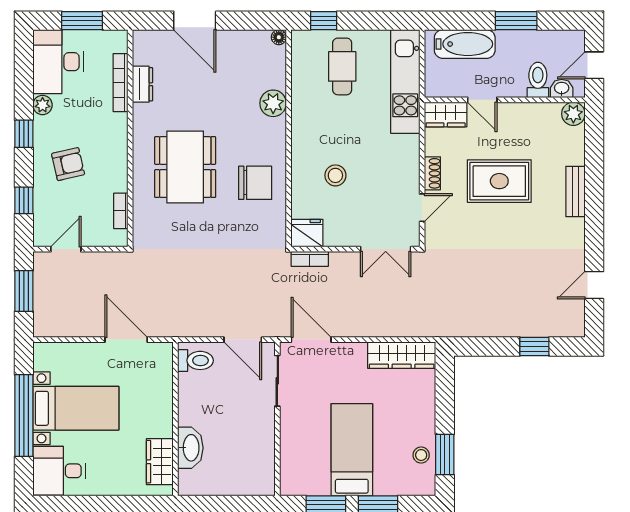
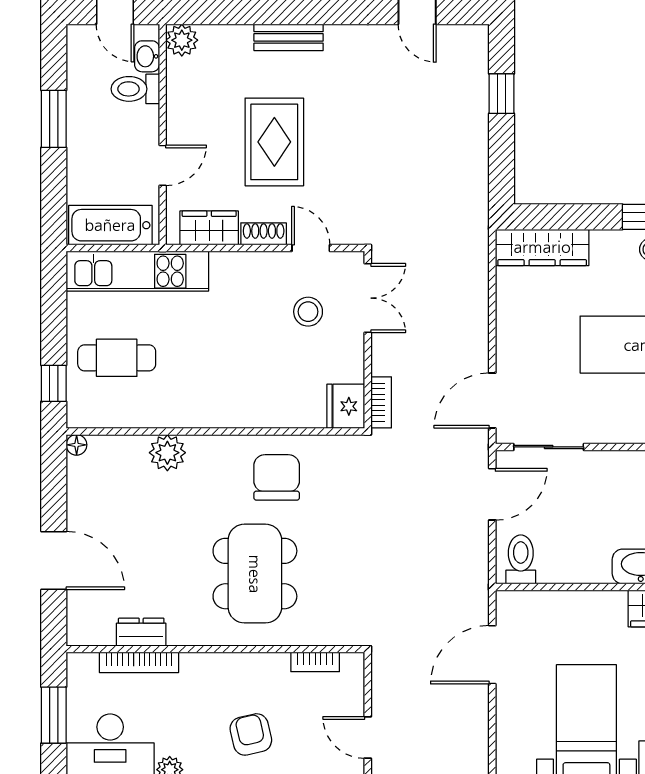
door: (195, 21) -> (54, 561), hinge flipped
bathtub: (465, 44) -> (110, 225), moved, turned -90
wardrobe: (446, 114) -> (209, 228), moved, turned -90
dining table: (185, 167) -> (255, 574), turned 90
stool: (335, 175) -> (308, 312), moved
wardrobe: (402, 355) -> (542, 247), moved, turned 90

